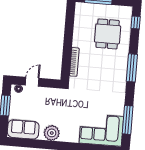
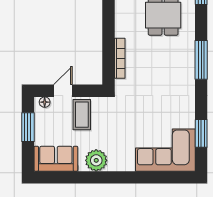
coffee table: (44, 100) -> (82, 115), added
window: (128, 120) -> (201, 133), width x0.69

